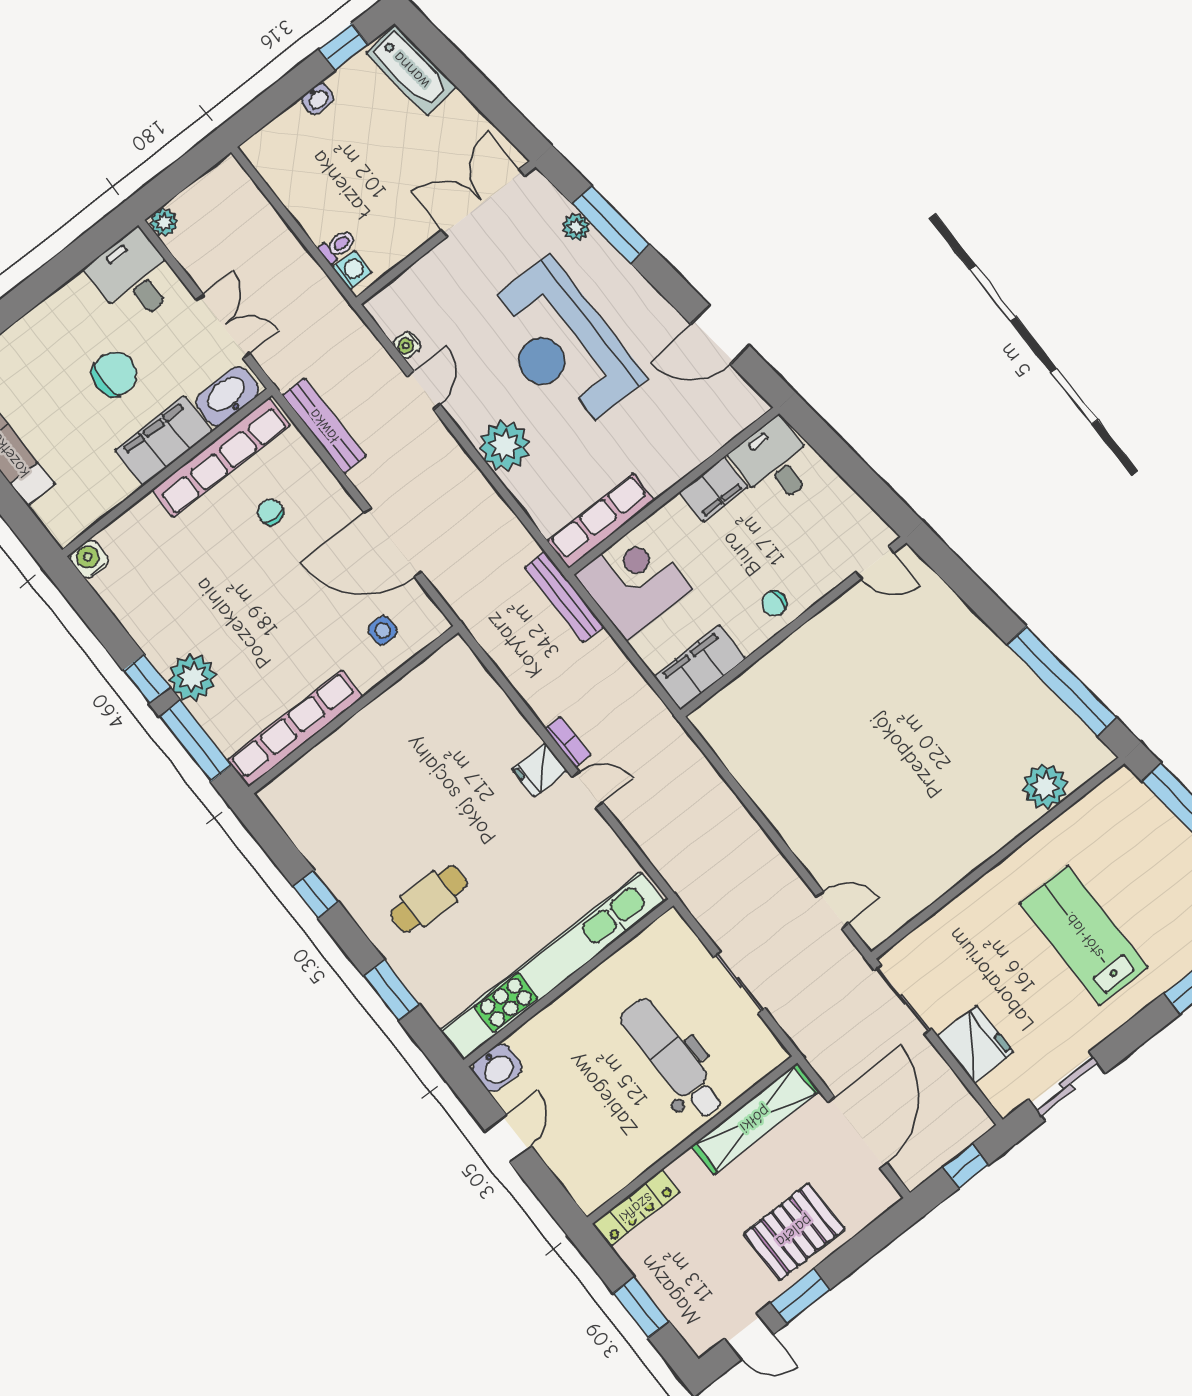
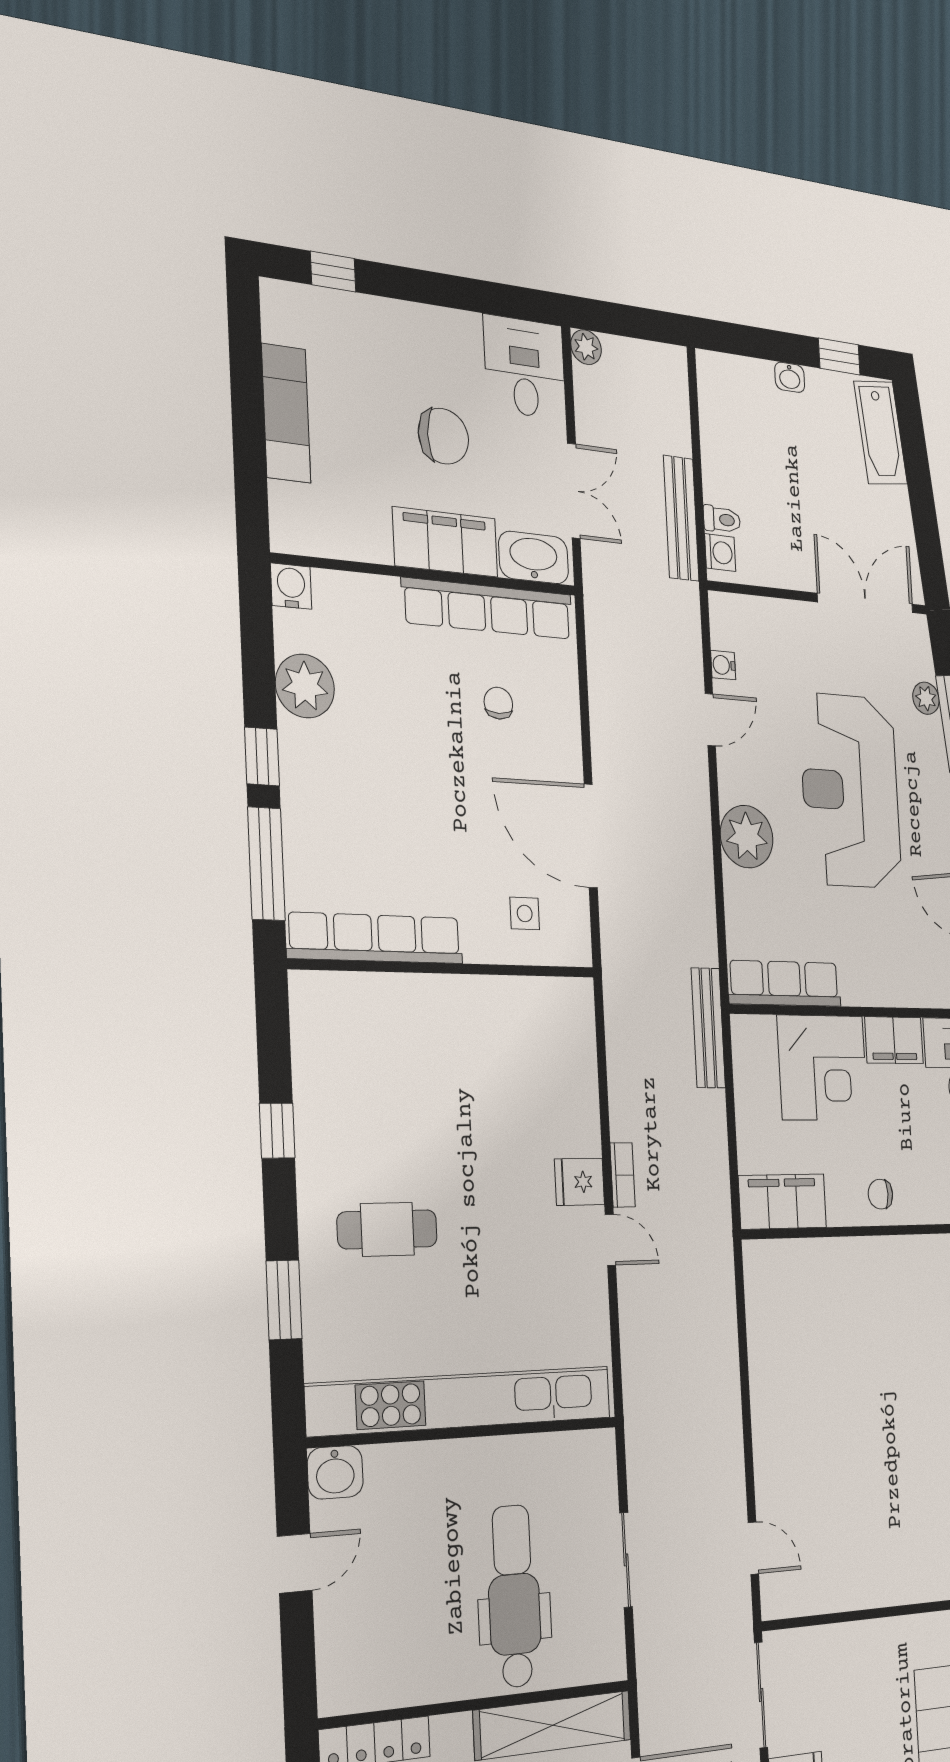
bench: (324, 426) -> (681, 518), moved
corner desk: (634, 582) -> (823, 1068), moved, turned 90
plant: (192, 677) -> (305, 686), moved

